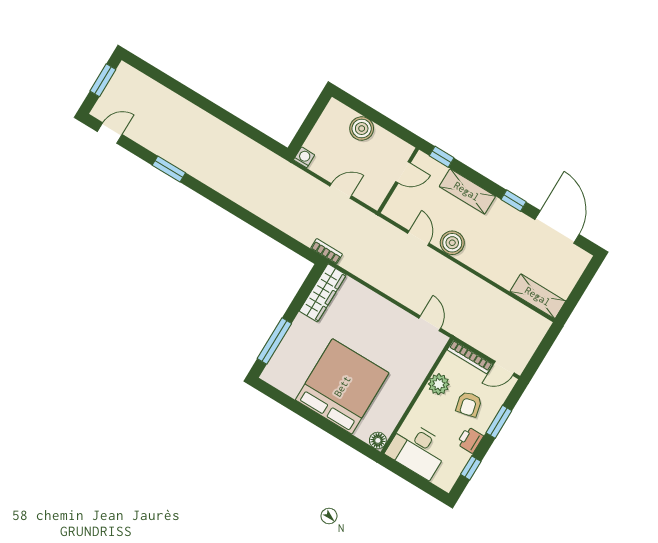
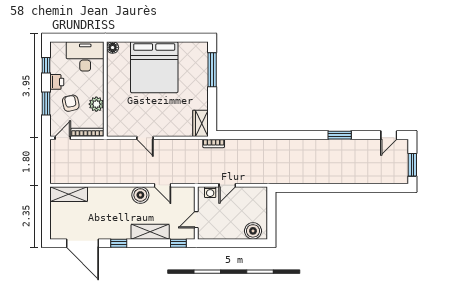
boiler: (362, 128) -> (253, 231), moved
washing machine: (304, 157) -> (210, 192), moved
wardrobe: (323, 293) -> (200, 123), width x0.67
door: (430, 323) -> (145, 138), moved

